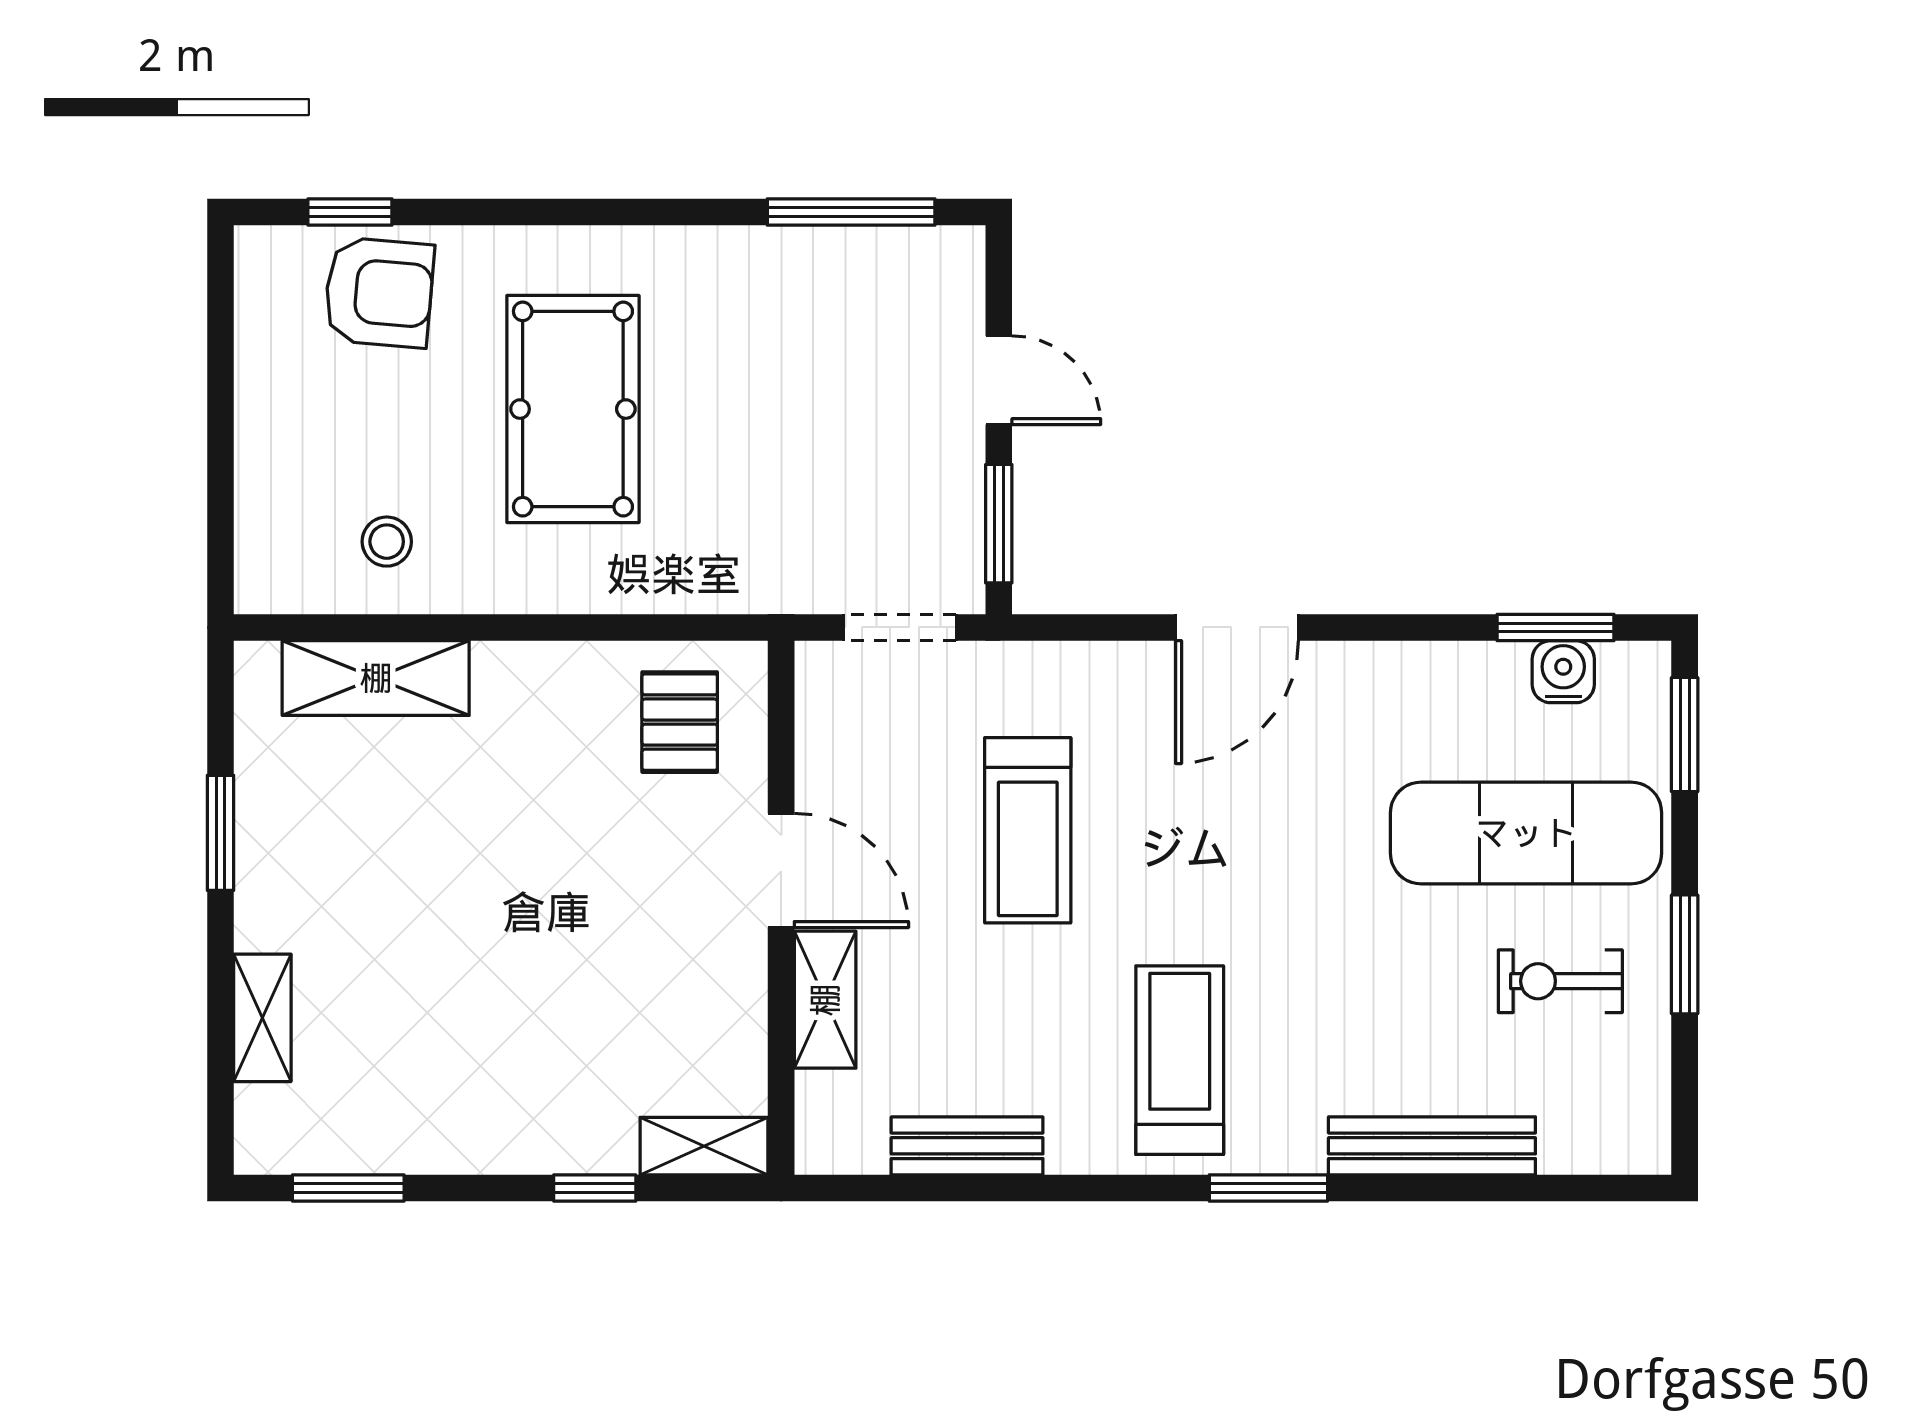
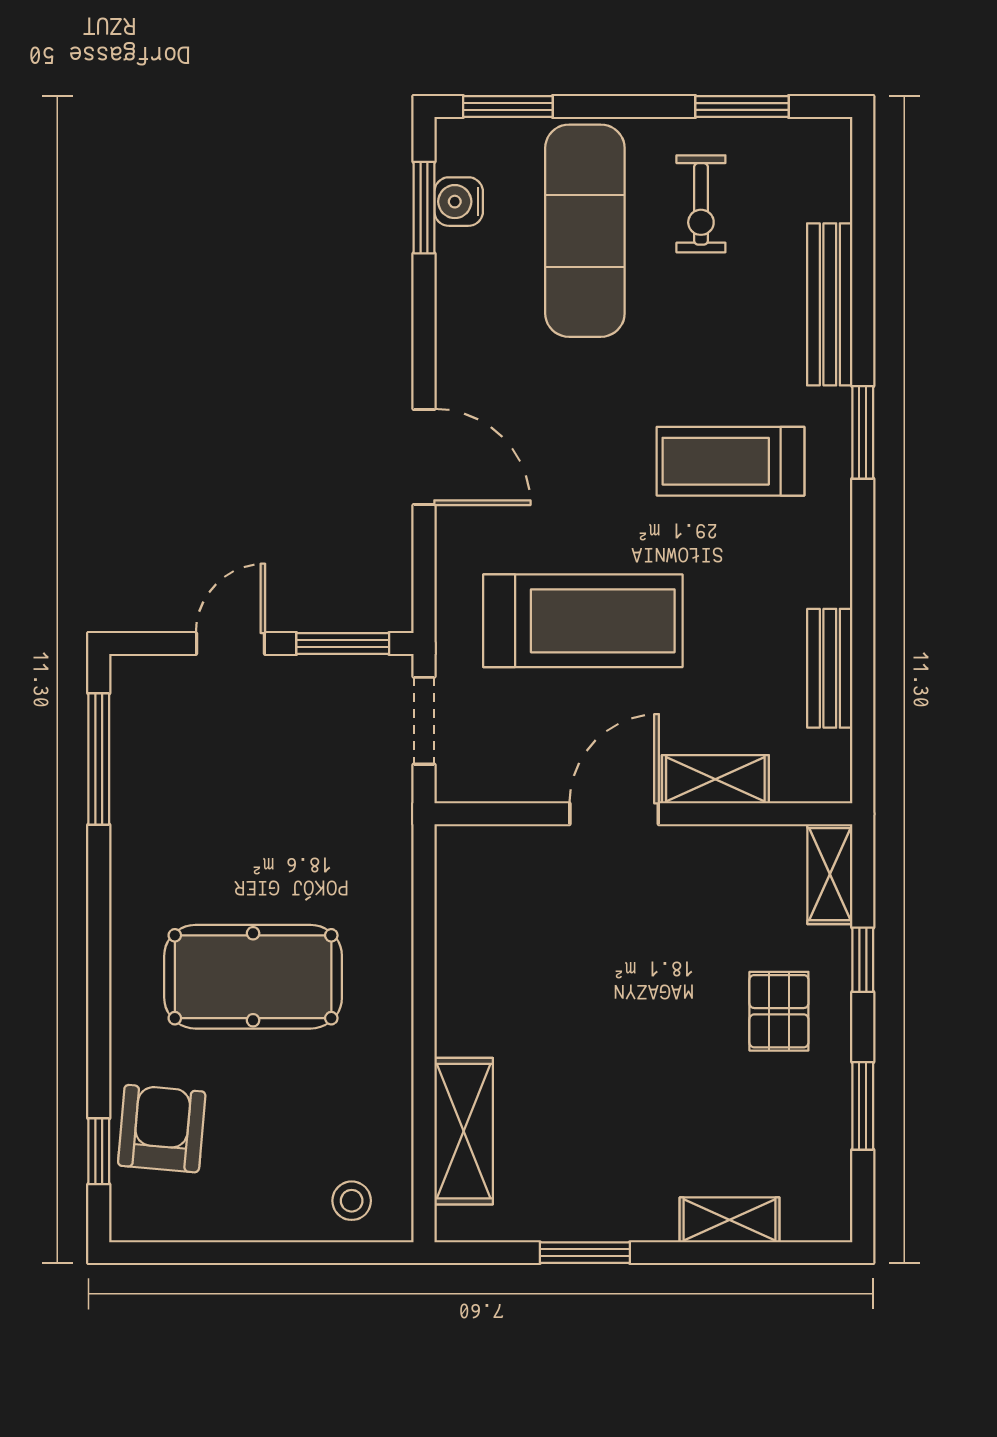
stool: (387, 542) -> (352, 1201), moved
pallet: (680, 722) -> (779, 1011), moved, turned 90
treadmill: (1028, 830) -> (583, 621), width x1.37, depth x1.38
window: (1685, 954) -> (742, 107), moved
treadmill: (1180, 1060) -> (730, 461), moved
window: (348, 1188) -> (863, 1106), moved

